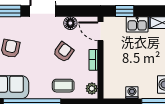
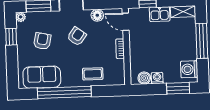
armchair: (64, 52) -> (77, 36), moved
plant: (92, 89) -> (120, 76), removed
boiler: (118, 92) -> (144, 78), added

